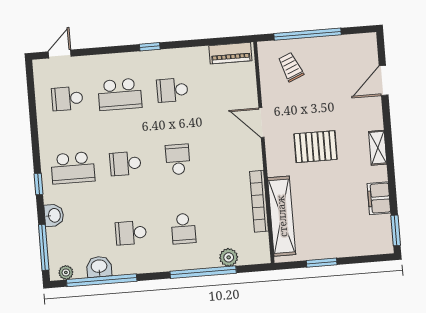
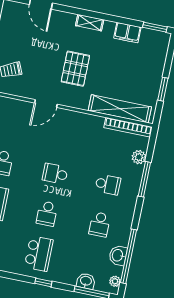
bookcase: (259, 201) -> (128, 127), moved
washbasin: (54, 215) -> (86, 281), moved
window: (203, 272) -> (144, 179), width x0.68

